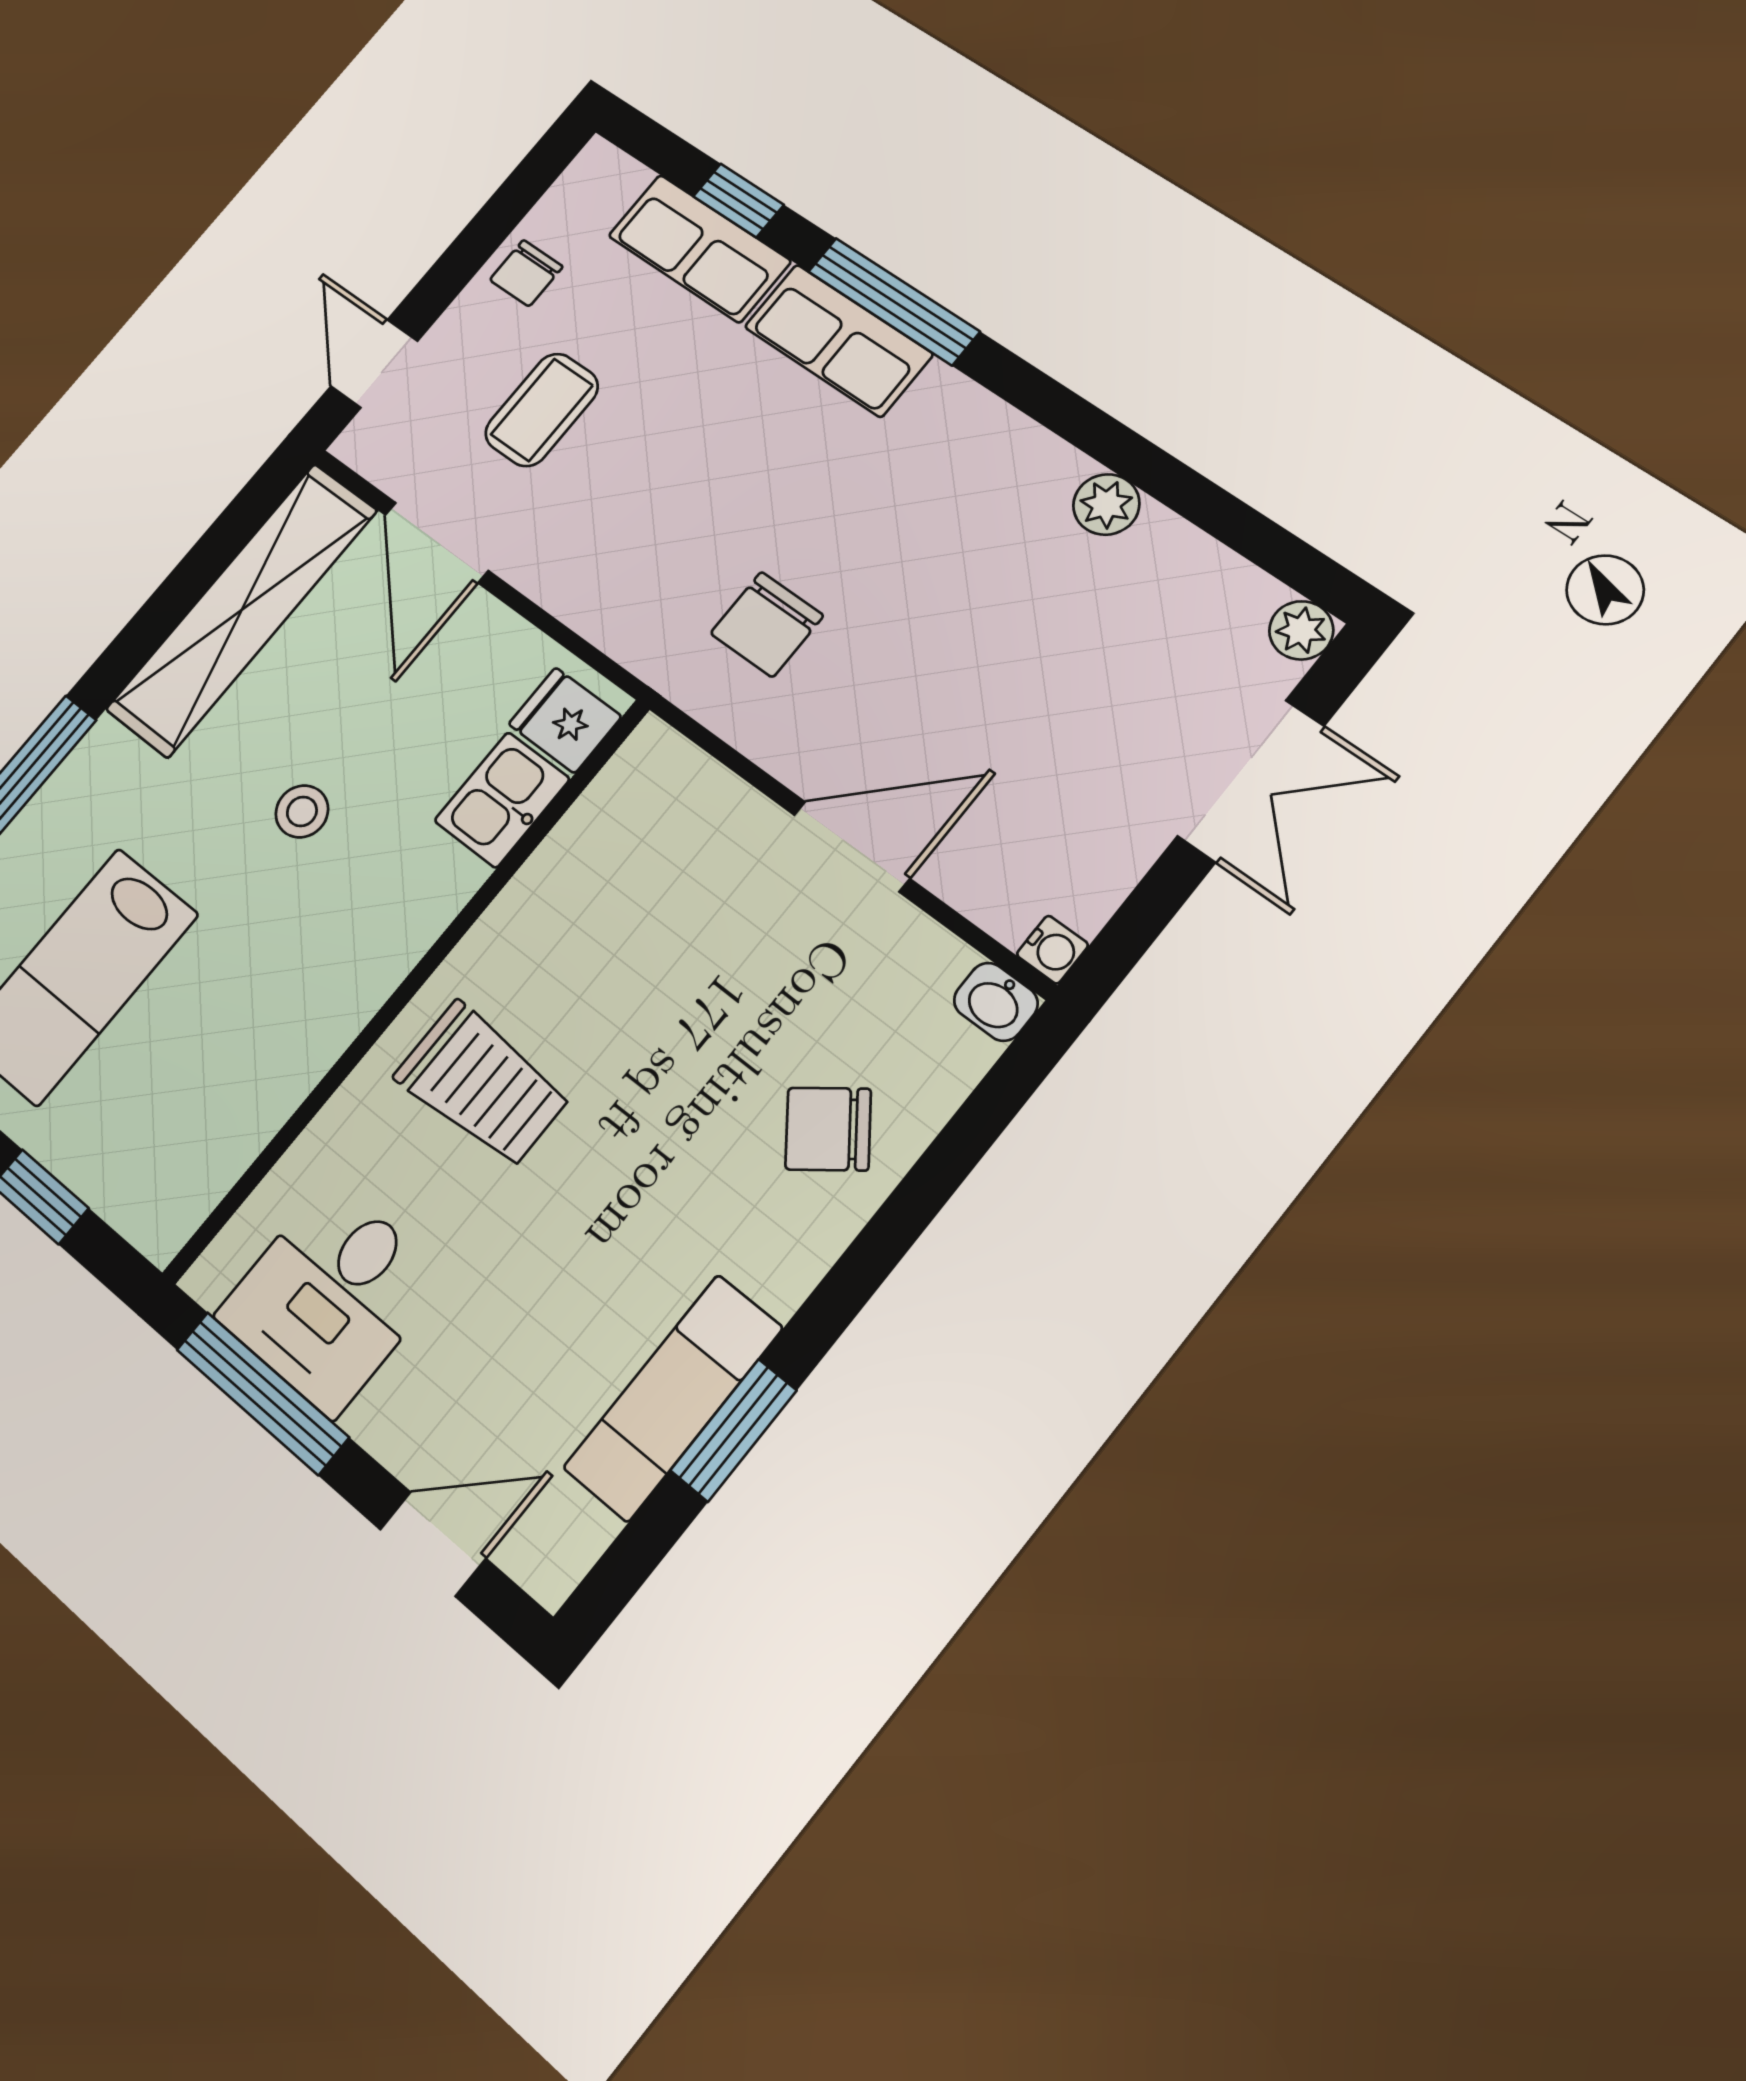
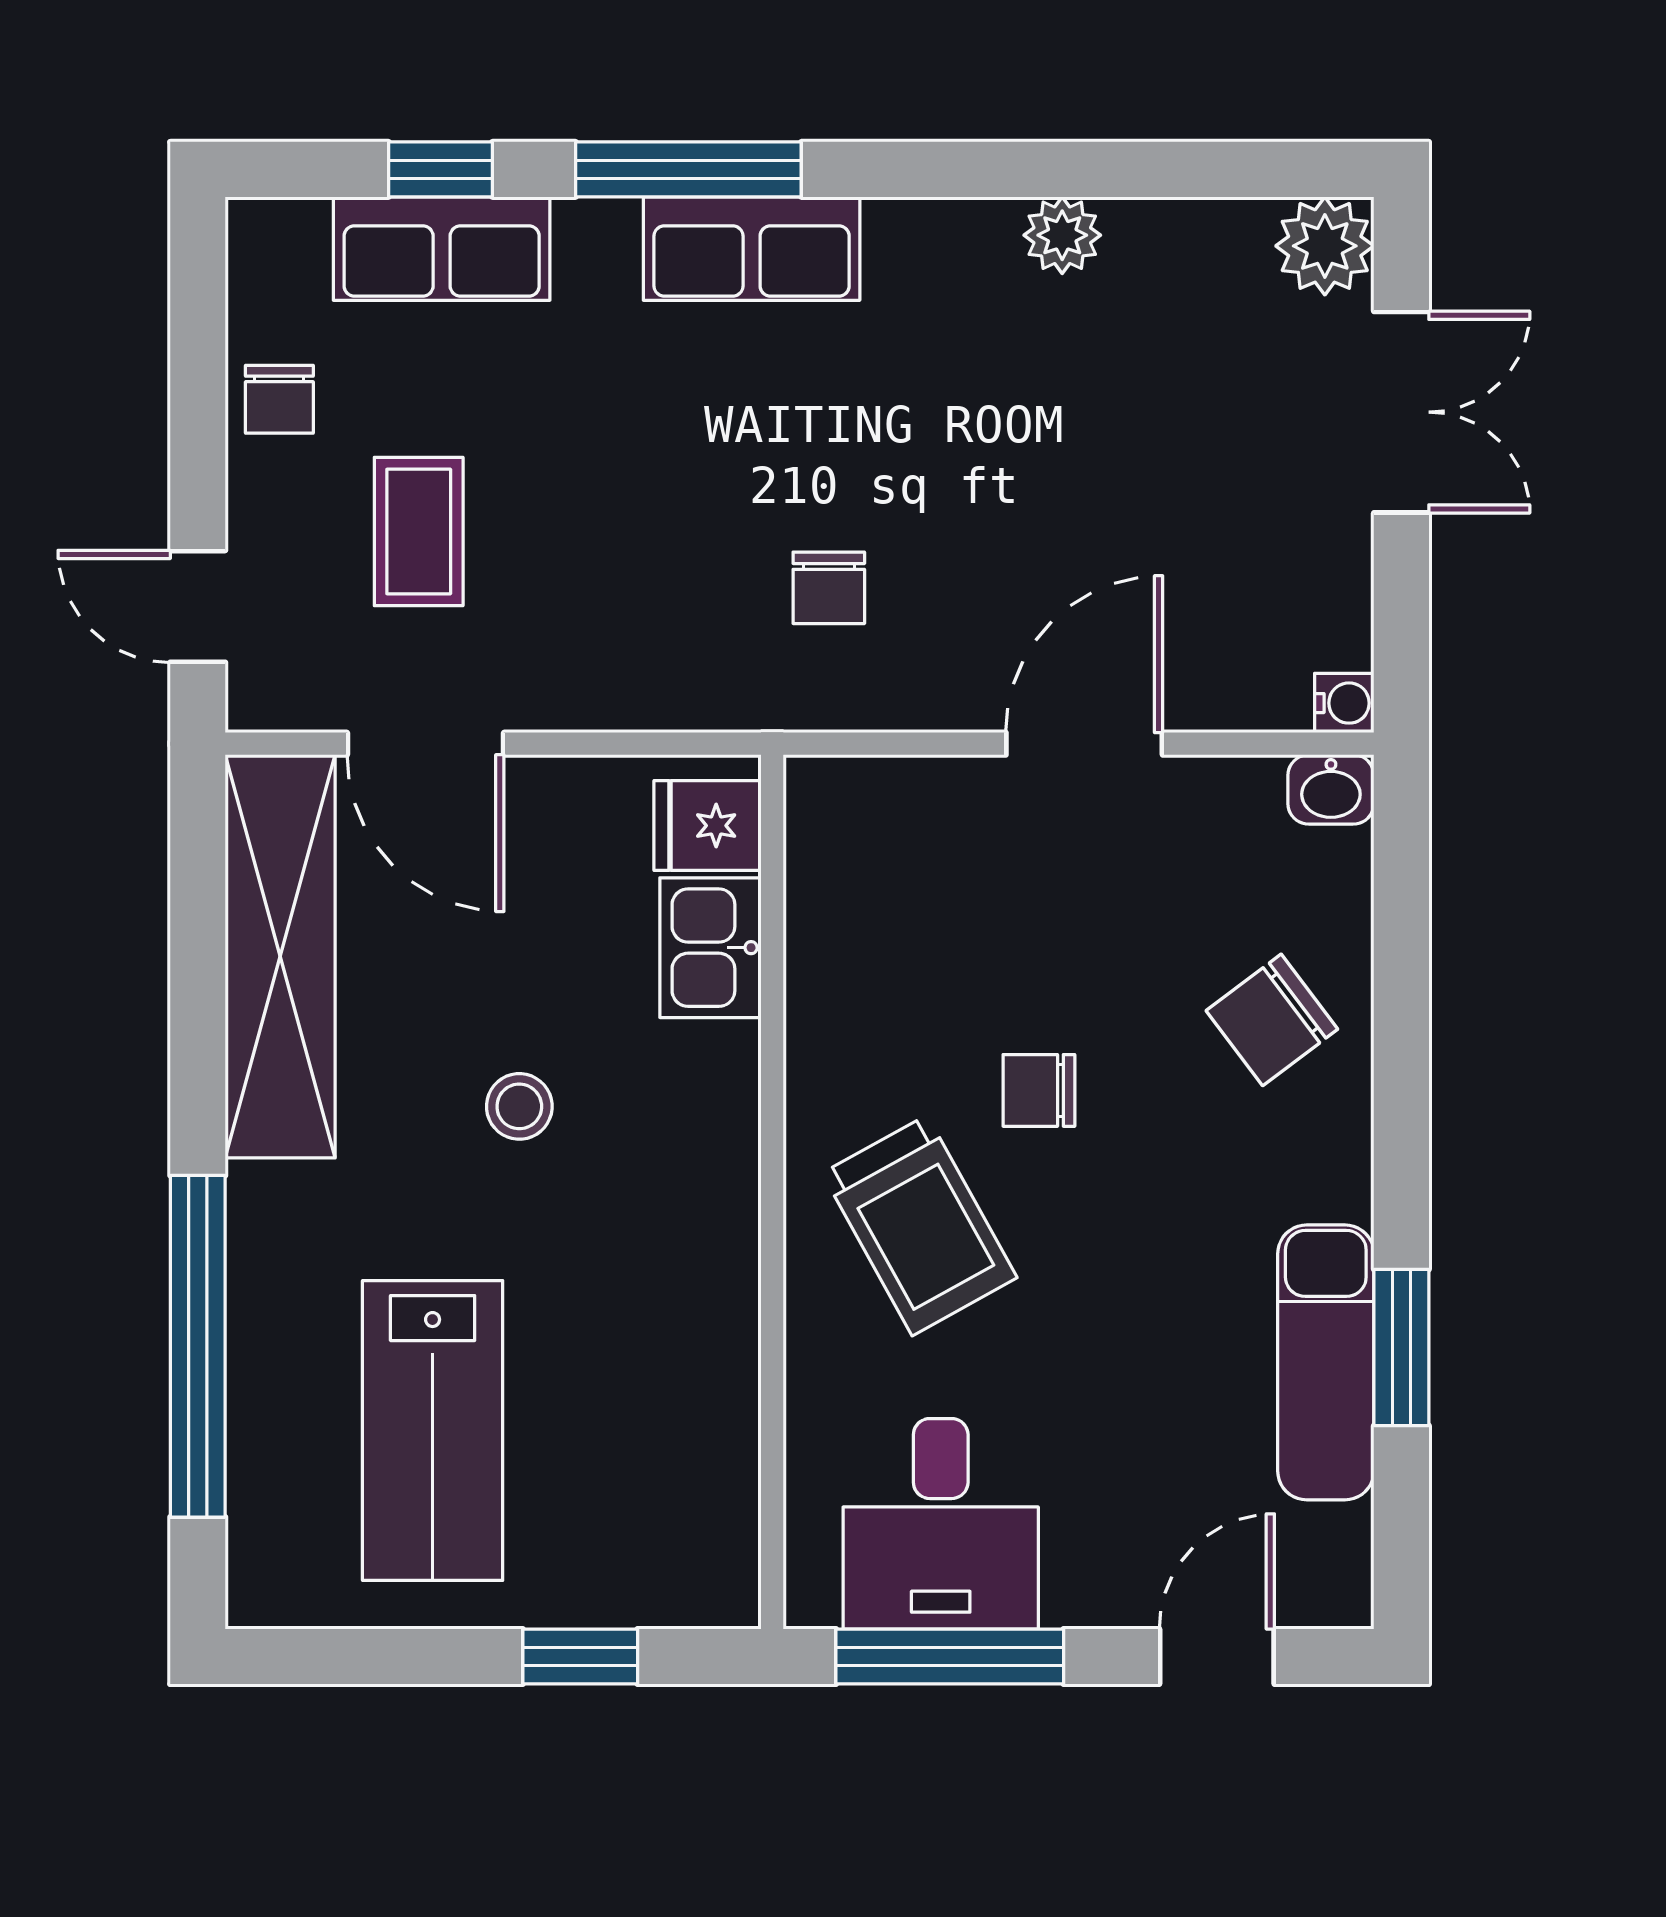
row of seats: (838, 340) -> (752, 249), moved
chair: (767, 624) -> (829, 588), width x0.73, depth x0.73
plant: (1301, 630) -> (1325, 246), width x1.38, depth x1.38
chair: (633, 1055) -> (1039, 1090), added
trolley: (483, 1085) -> (920, 1225), turned 61

